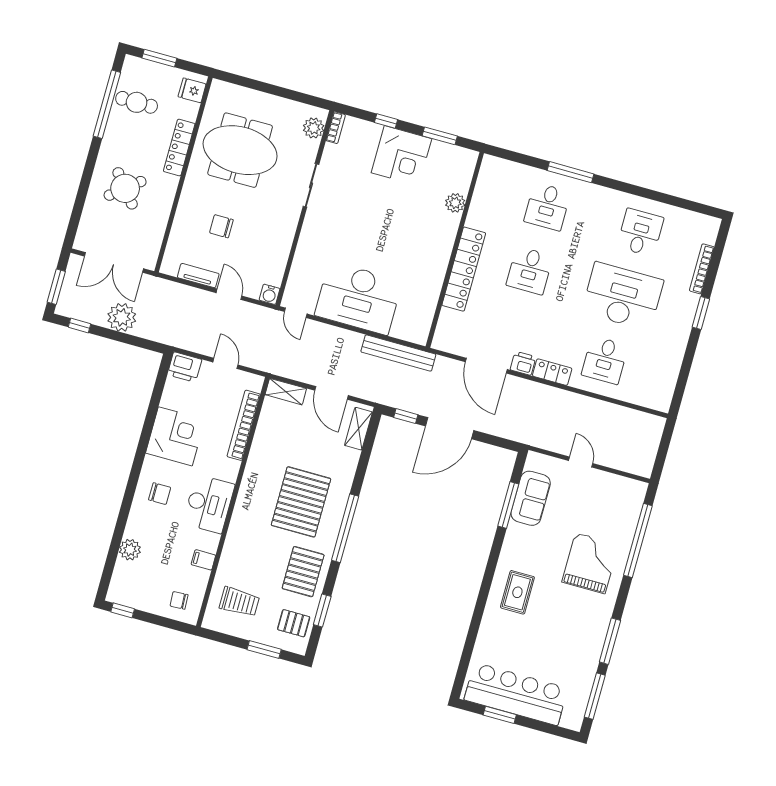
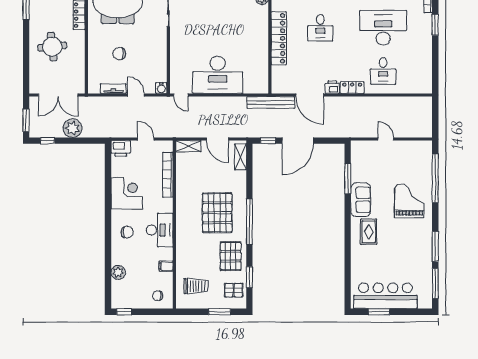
round table: (125, 188) -> (52, 47), turned 33
bench: (398, 353) -> (271, 102), moved
sofa: (531, 498) -> (361, 200), moved

